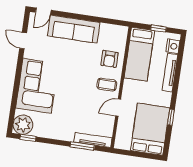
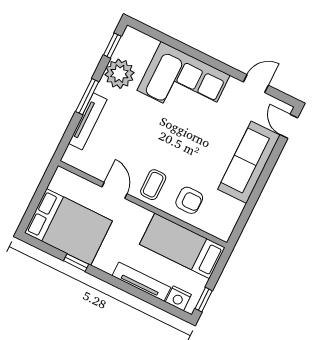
window: (158, 29) -> (204, 300), moved
armchair: (109, 59) -> (189, 200), turned 180
plant: (23, 125) -> (119, 74), moved
tv unit: (93, 140) -> (88, 121), moved
window: (82, 146) -> (87, 97), moved

